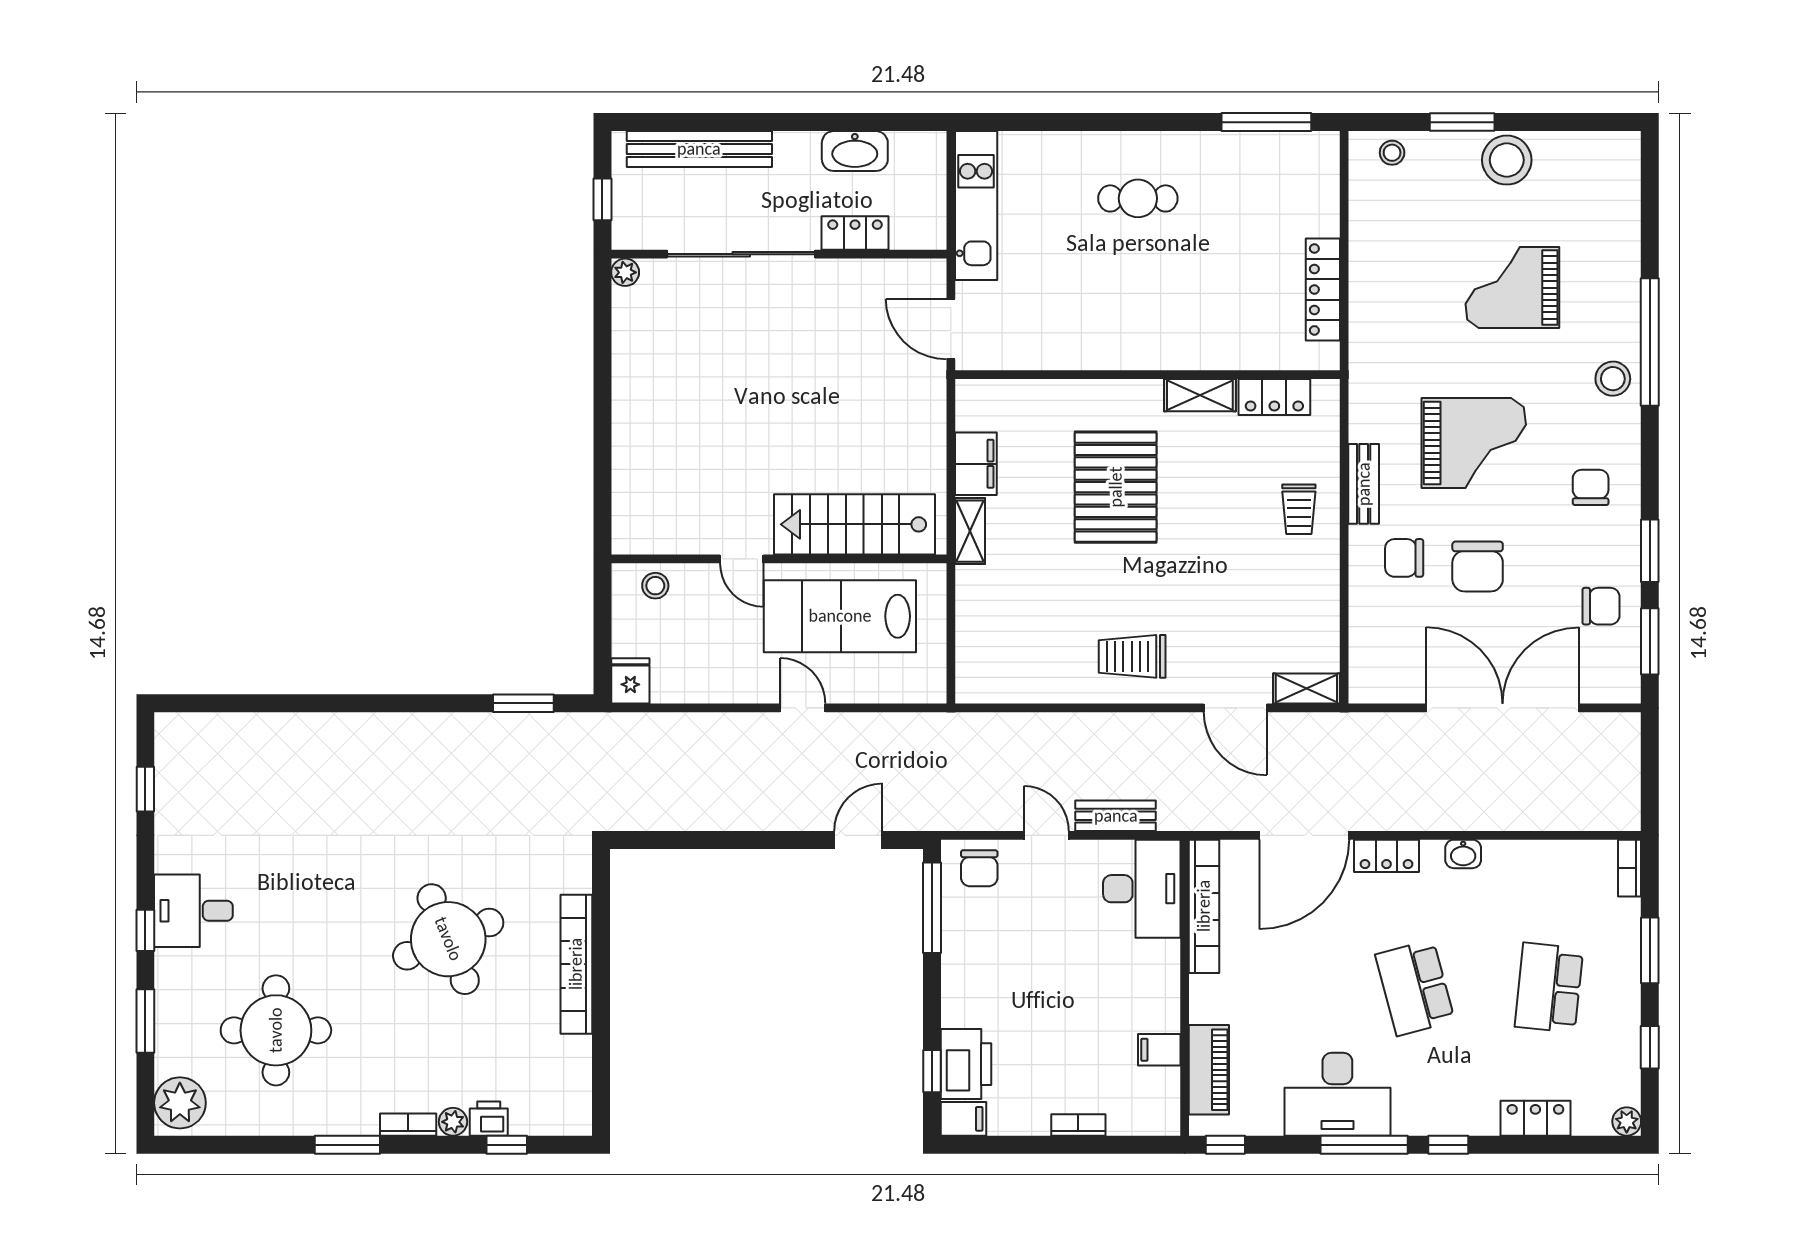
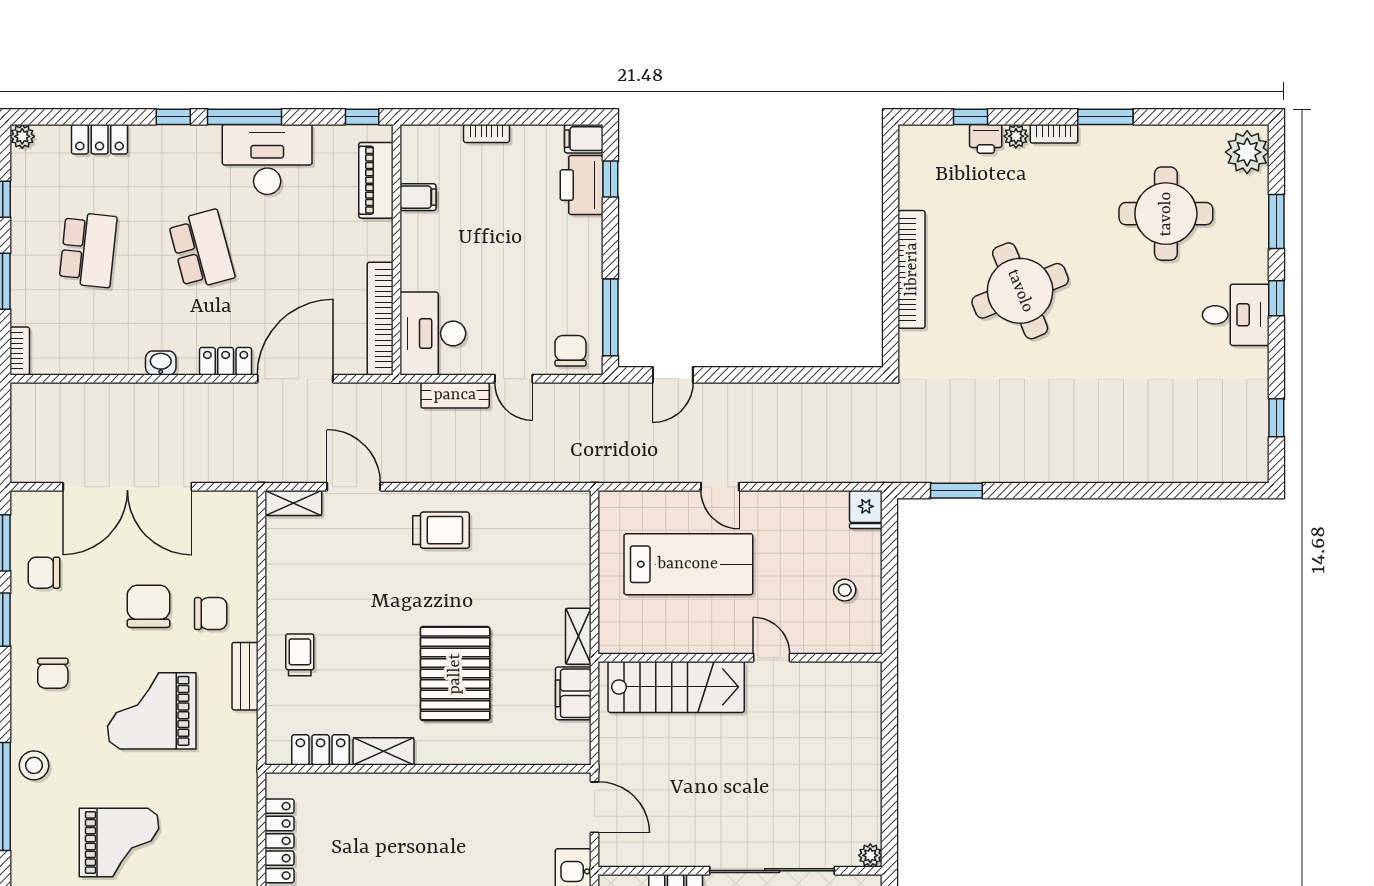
stairs: (854, 524) -> (676, 687), moved
door: (742, 559) -> (772, 658), moved
wall: (779, 559) -> (740, 658), moved

